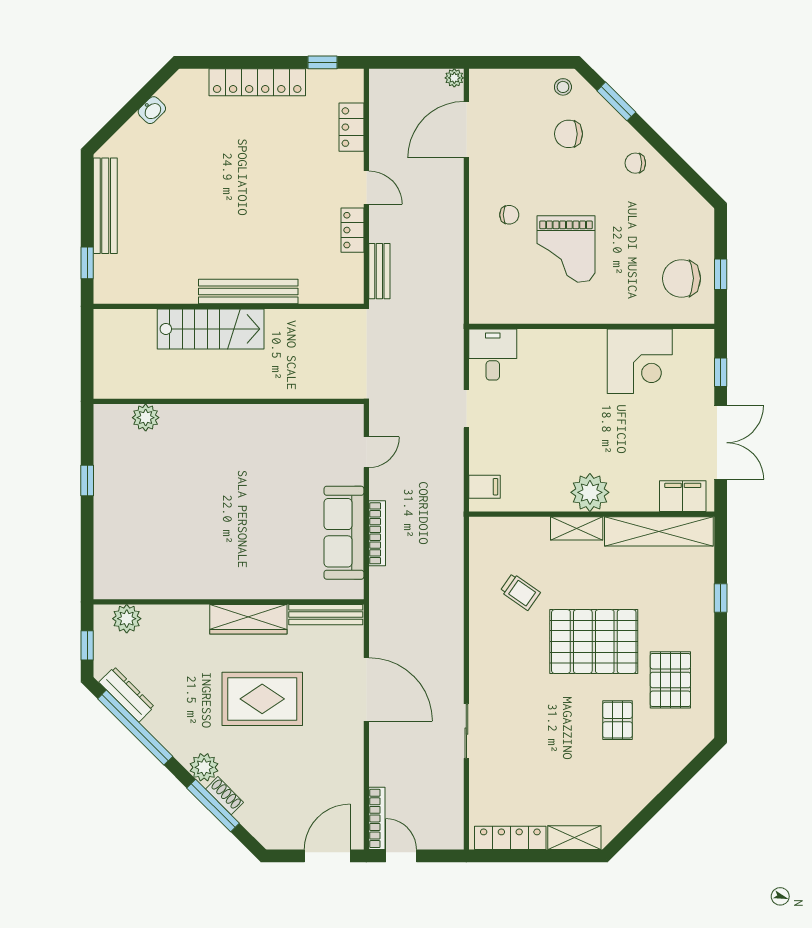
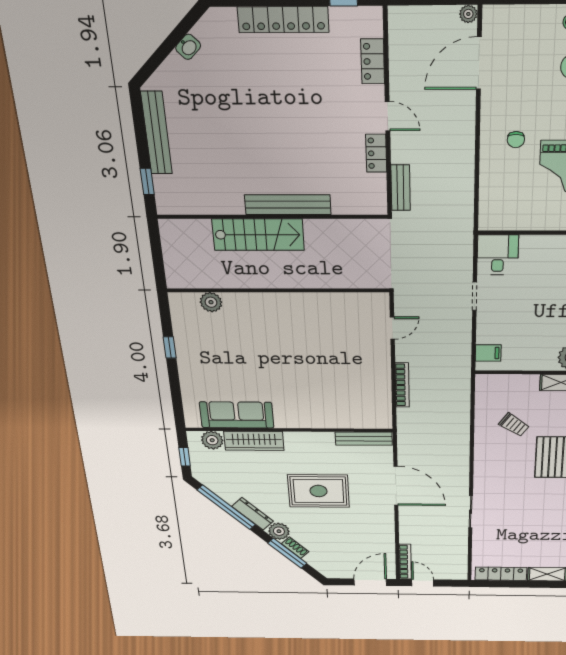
chair: (509, 215) -> (516, 140), turned 90
sofa: (344, 533) -> (237, 415), moved, turned 90
wardrobe: (248, 619) -> (254, 441), moved
dresser: (127, 694) -> (253, 514), moved

